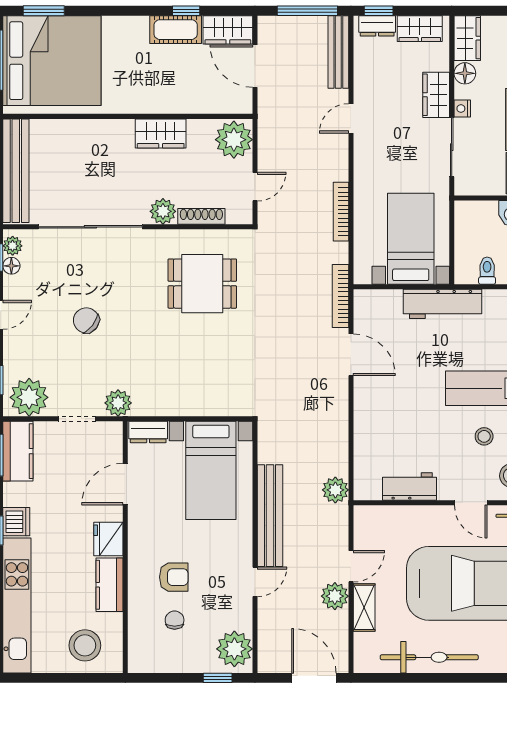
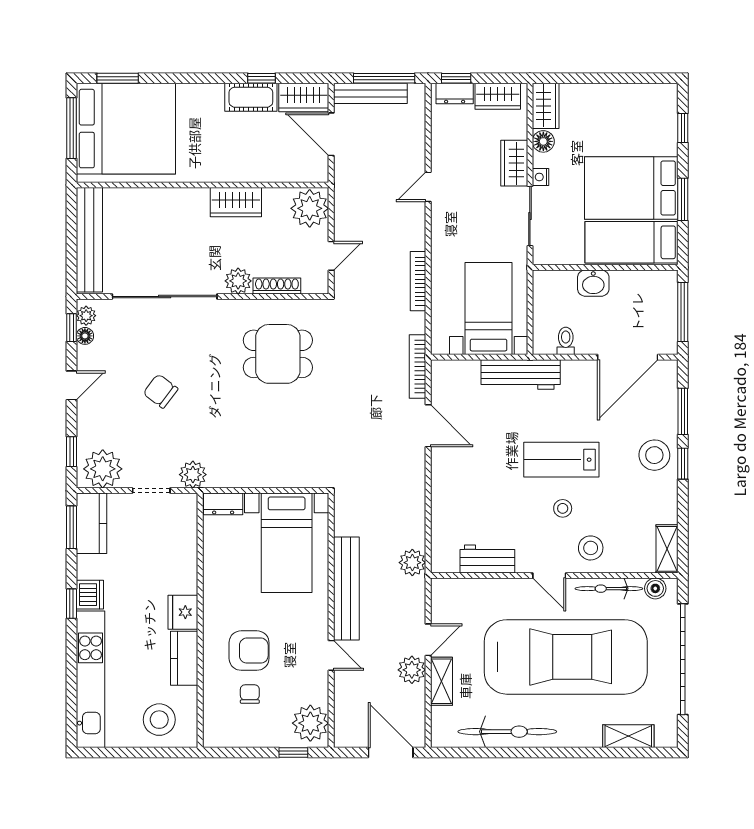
bench: (338, 52) -> (370, 93), moved, turned 90
door: (125, 484) -> (200, 557), removed
armchair: (174, 577) -> (249, 651), width x1.38, depth x1.38
door: (255, 582) -> (331, 655), hinge flipped

